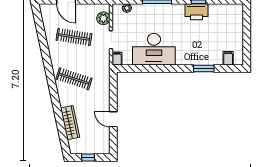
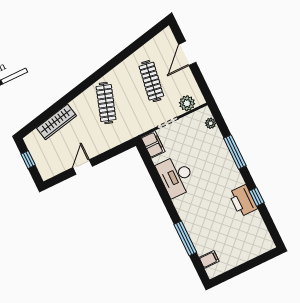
desk: (154, 49) -> (176, 176), width x0.73, depth x0.77
filing cabinet: (117, 59) -> (153, 144), width x2.00
window: (204, 68) -> (185, 238), width x1.44

